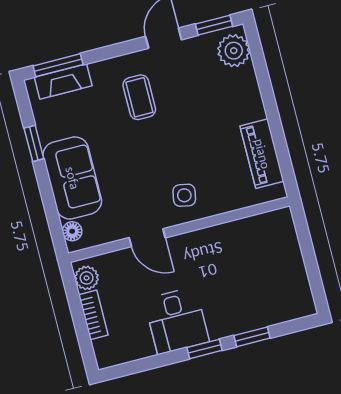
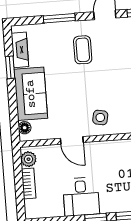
window: (58, 65) -> (59, 18), moved
fireplace: (63, 82) -> (20, 50), moved, turned -90

